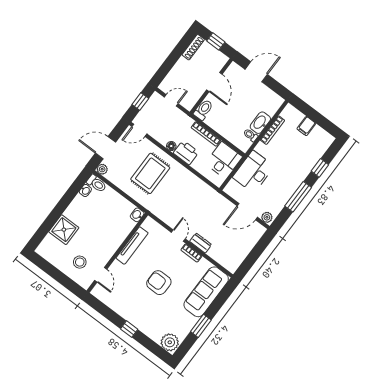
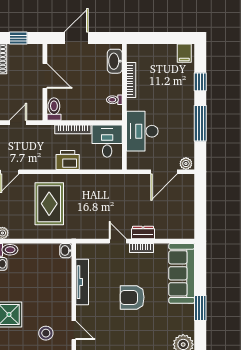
washbasin: (260, 123) -> (115, 61), moved
filing cabinet: (306, 126) -> (184, 53), moved
floor lamp: (171, 146) -> (50, 164), removed

